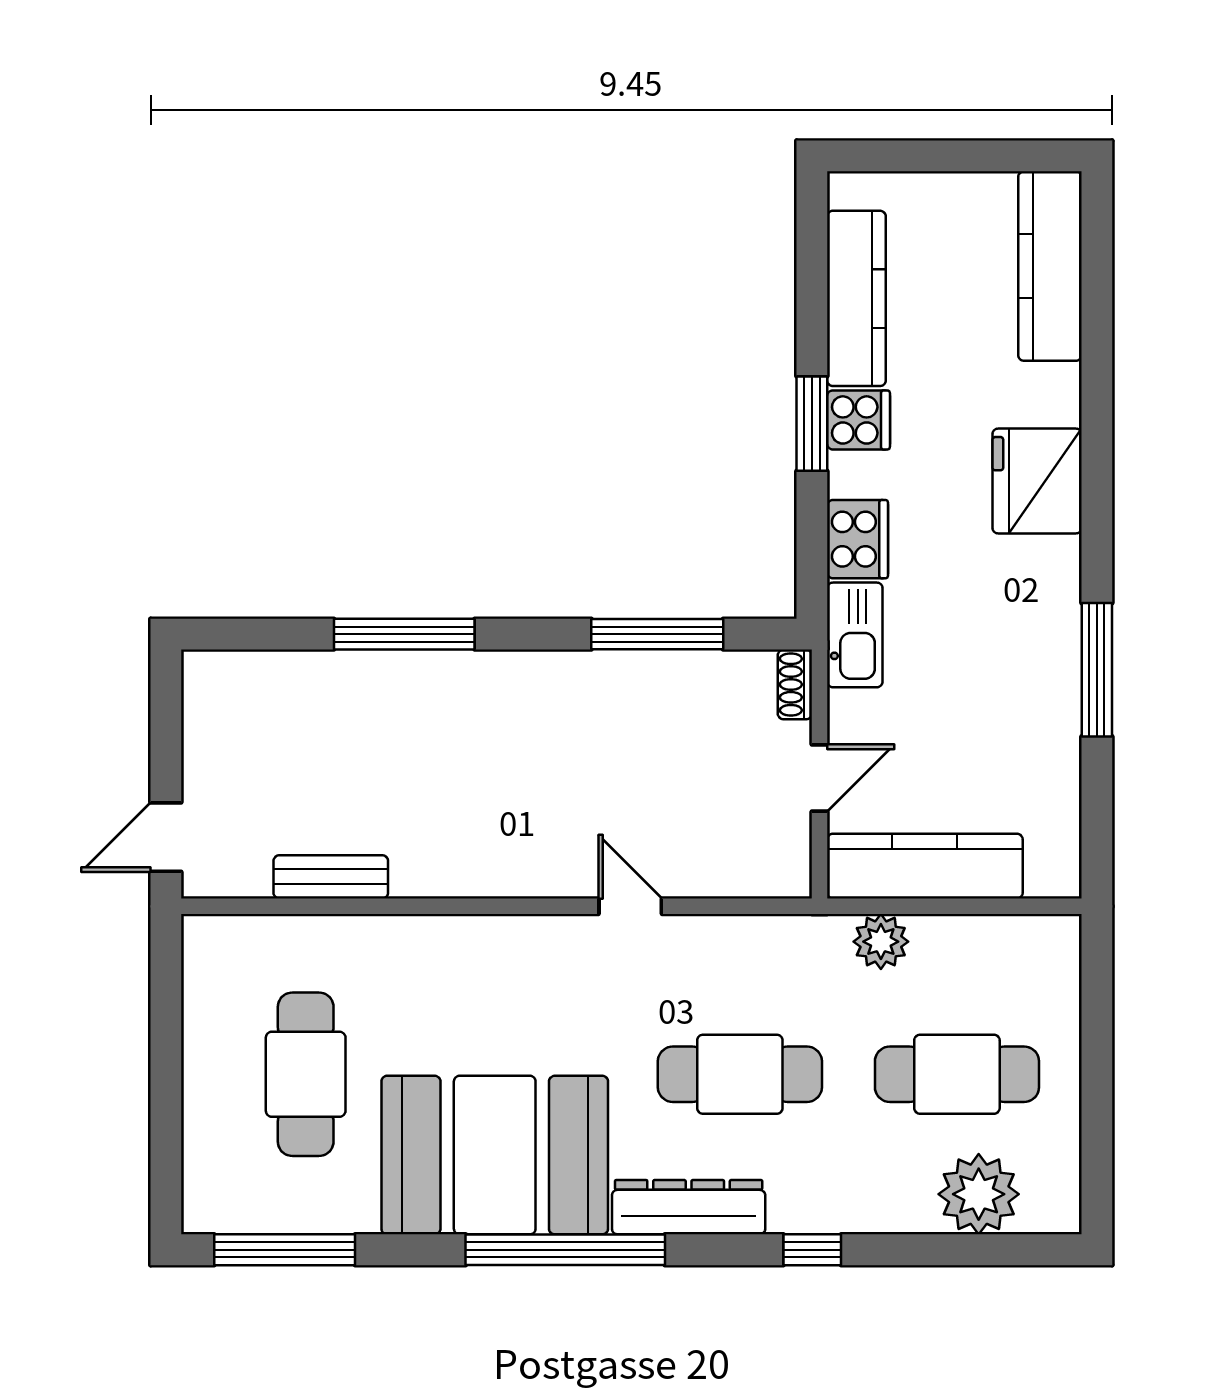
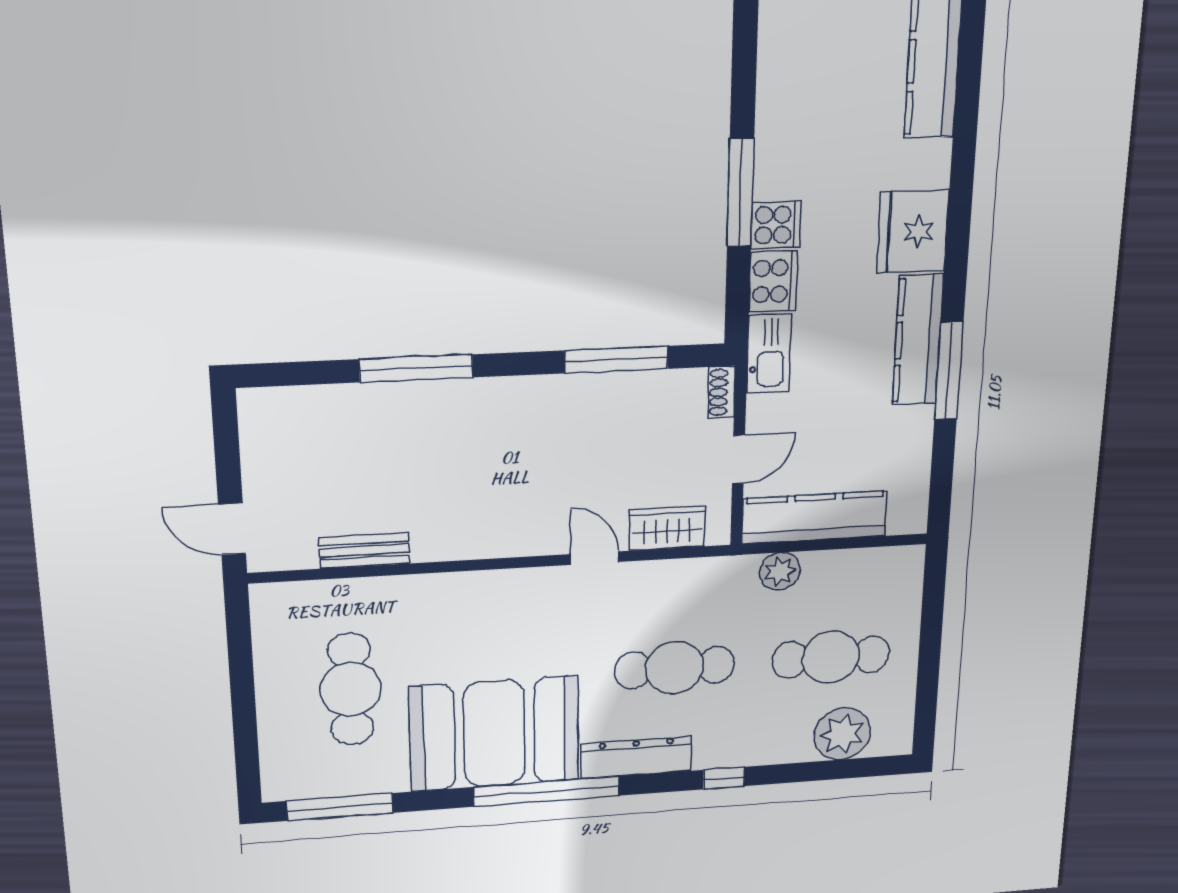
kitchen counter: (856, 298) -> (918, 340), moved, turned 180
cooker: (858, 420) -> (776, 225), moved
window: (812, 424) -> (741, 193), width x1.44
door: (166, 837) -> (232, 529), hinge flipped
wardrobe: (727, 870) -> (667, 528), added

